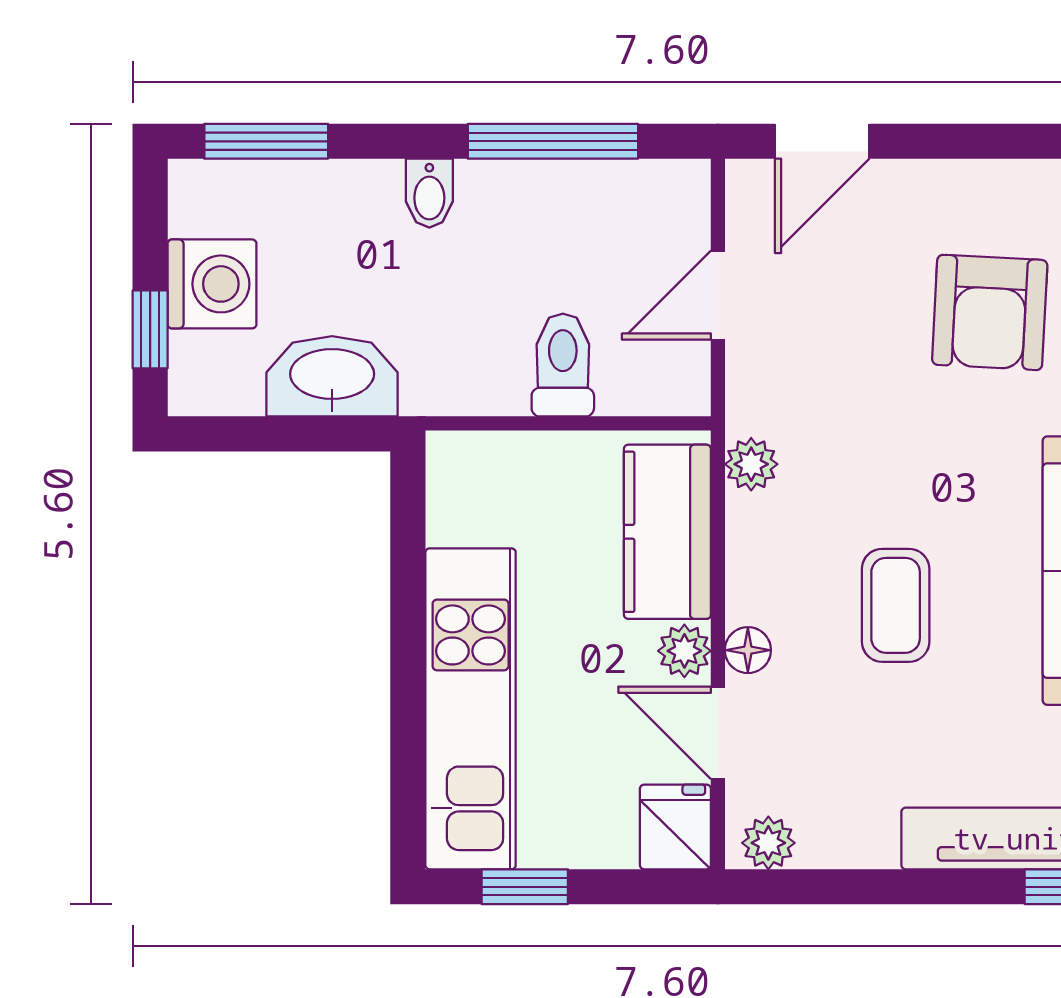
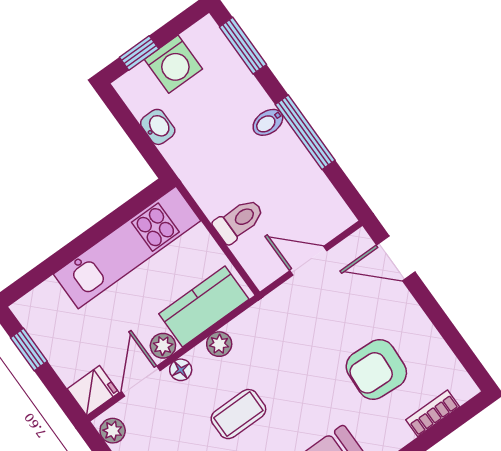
window: (553, 141) -> (305, 132), moved
washbasin: (332, 376) -> (158, 127), width x0.52, depth x0.69
plant: (751, 464) -> (219, 344), moved
kitchen unit: (471, 709) -> (127, 247), moved

